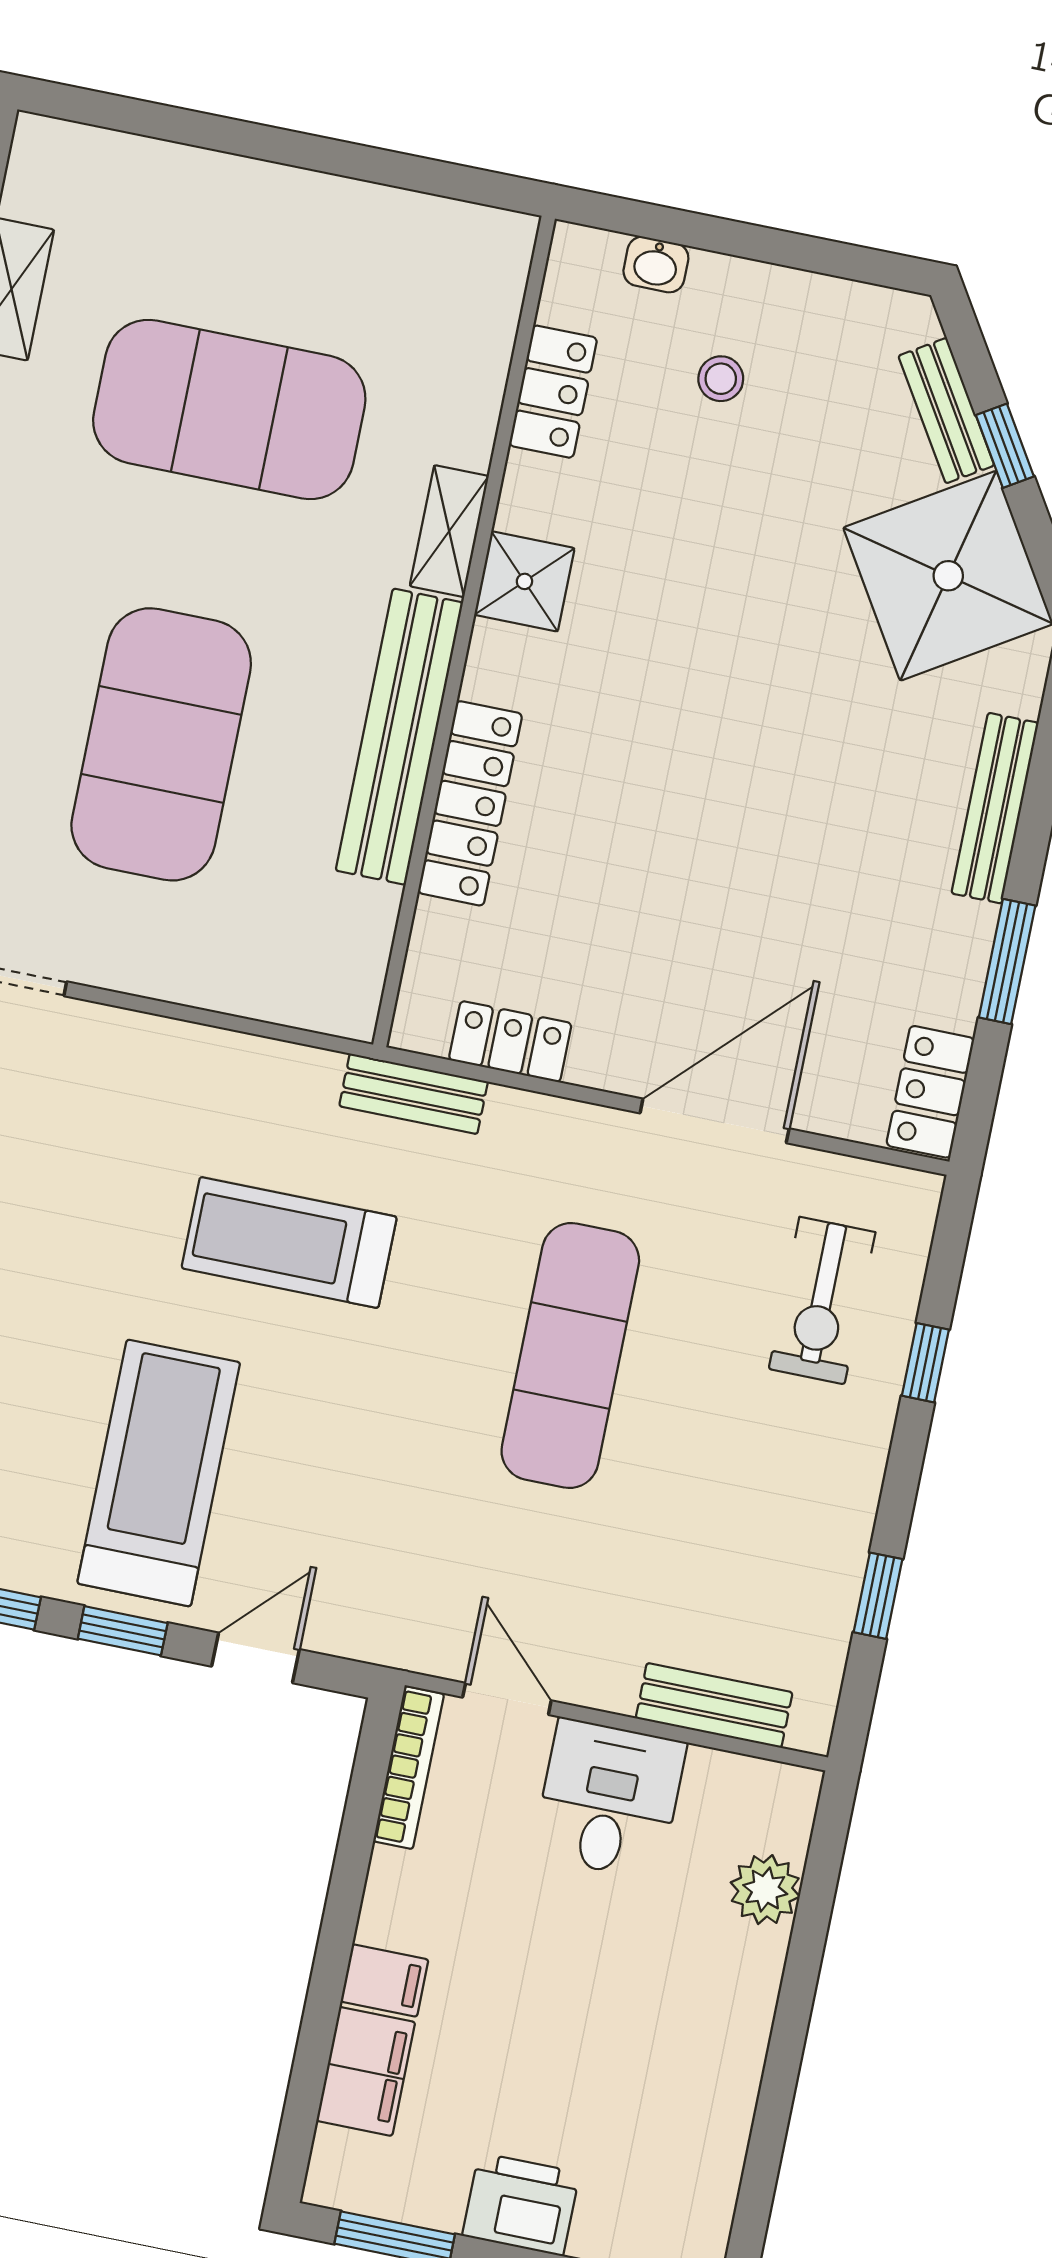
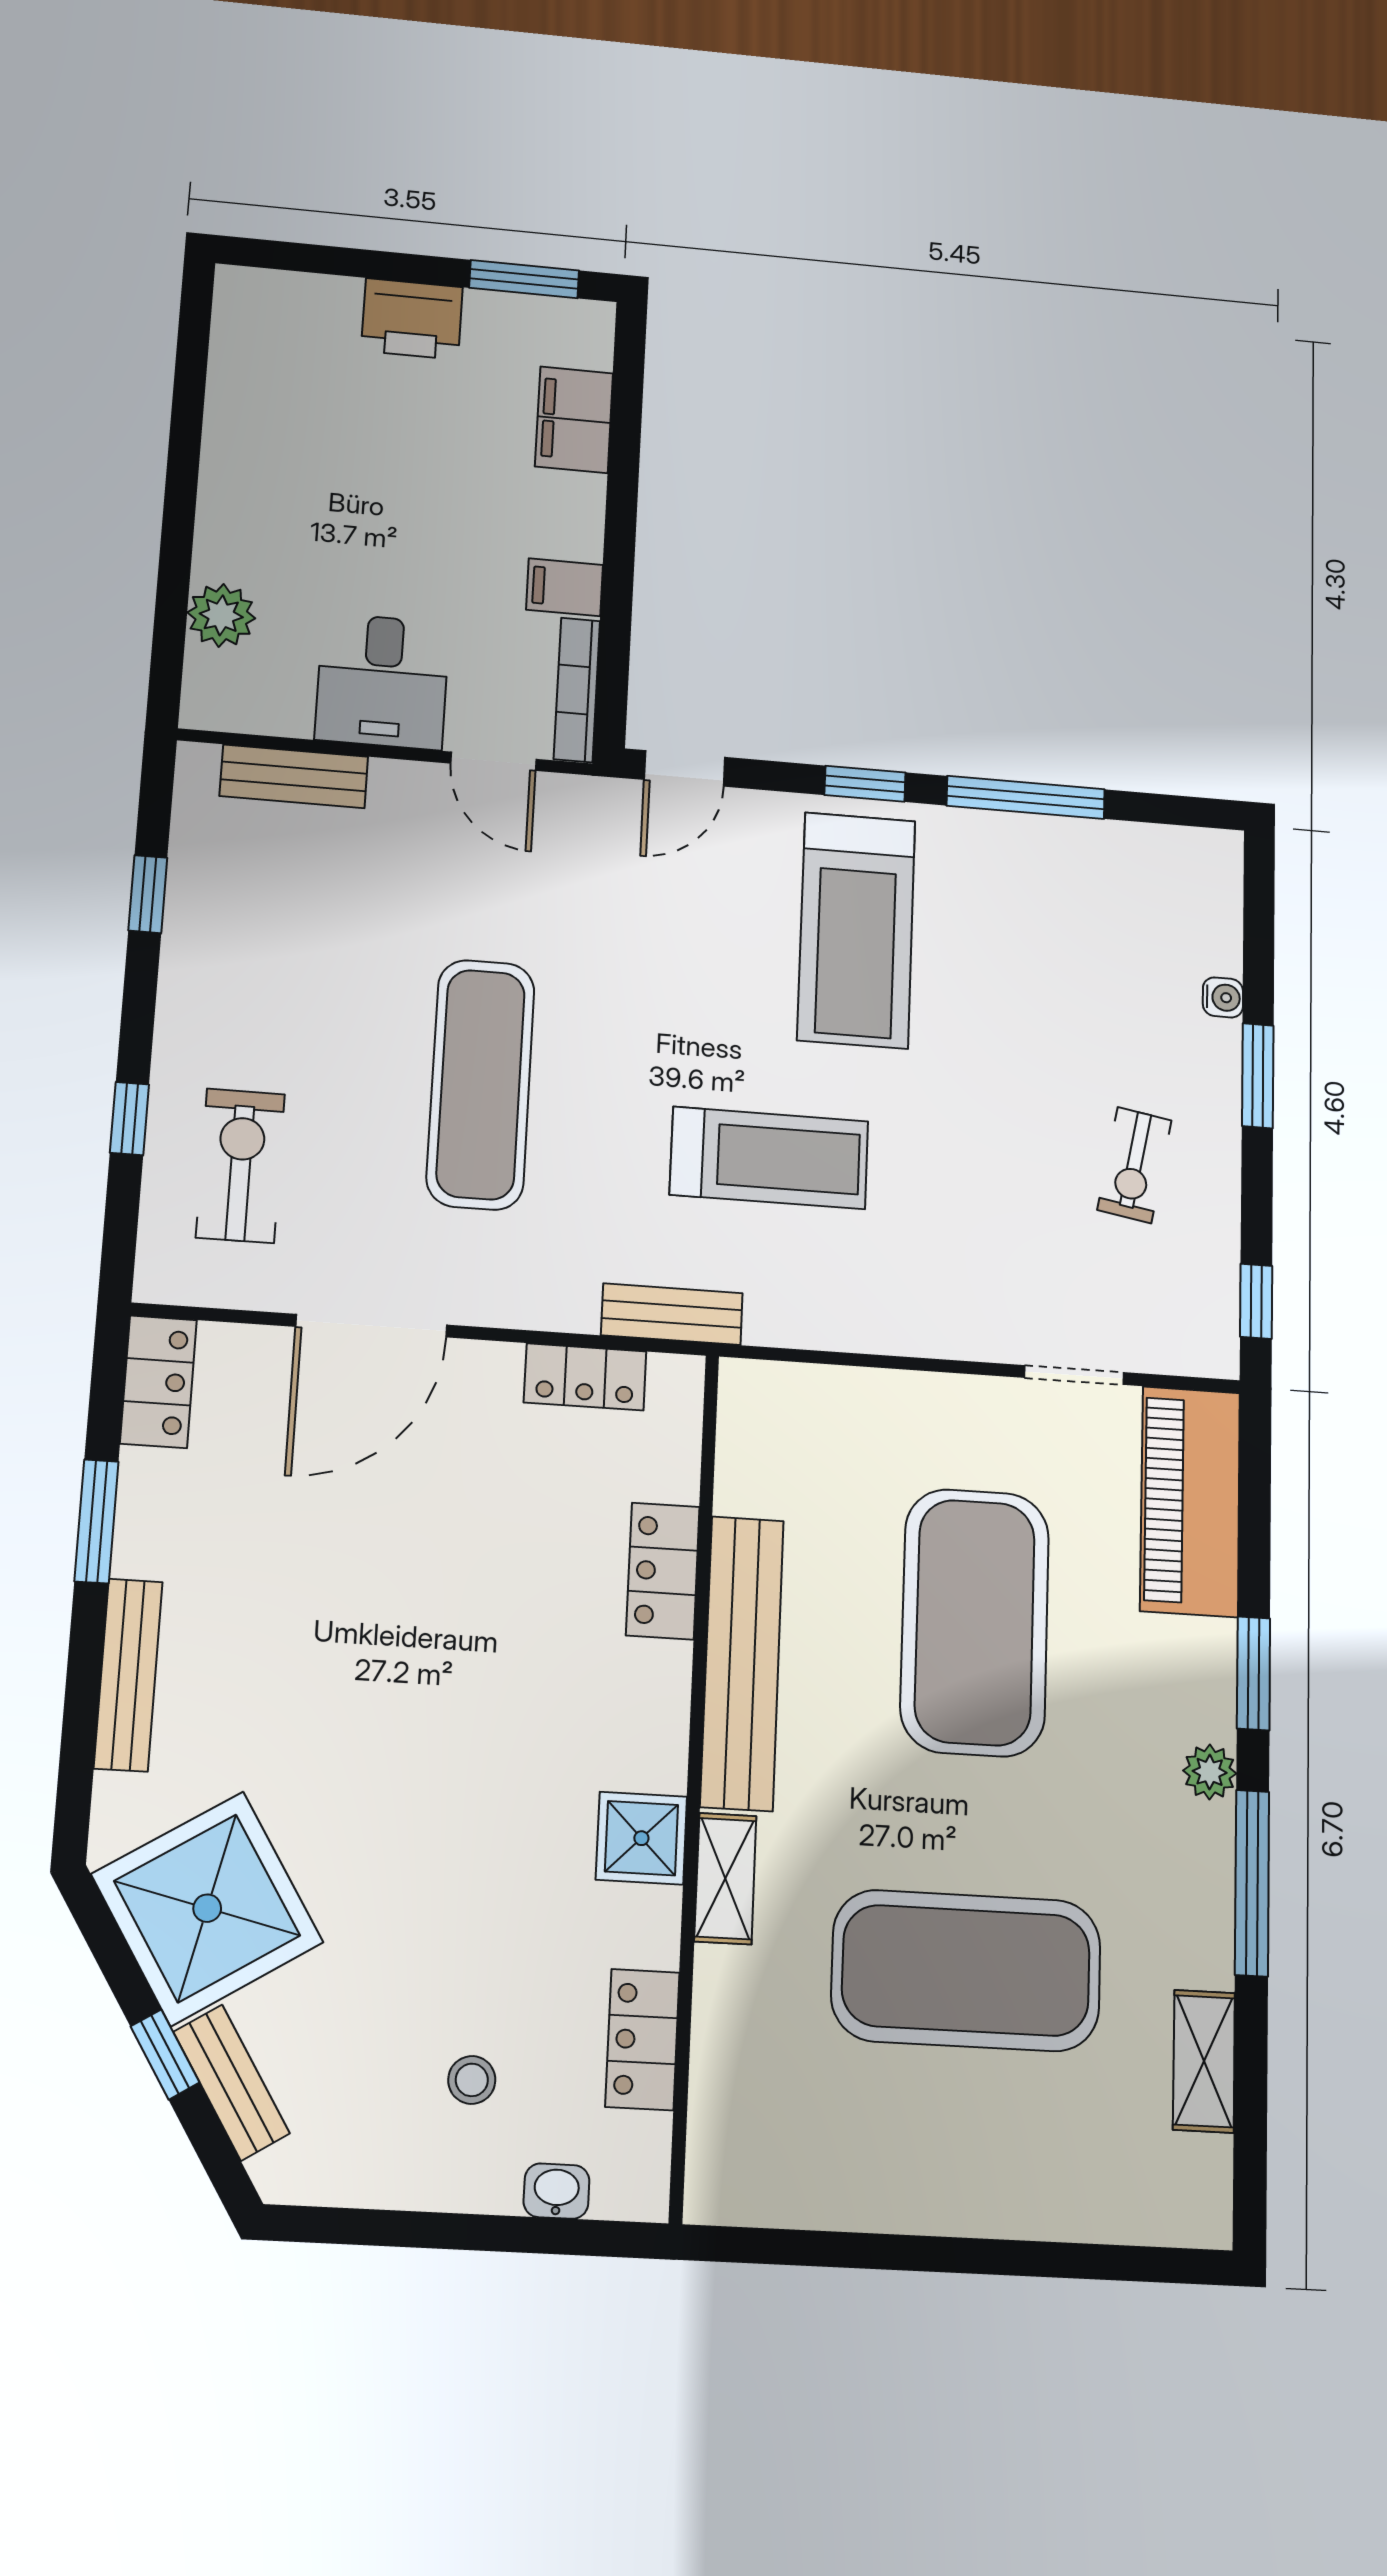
locker: (470, 803) -> (663, 1571), width x0.66
door: (255, 1658) -> (685, 768), moved
filing cabinet: (384, 1981) -> (565, 587), moved

